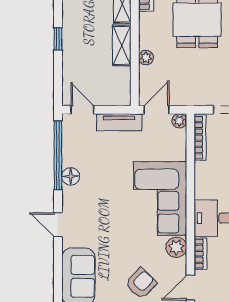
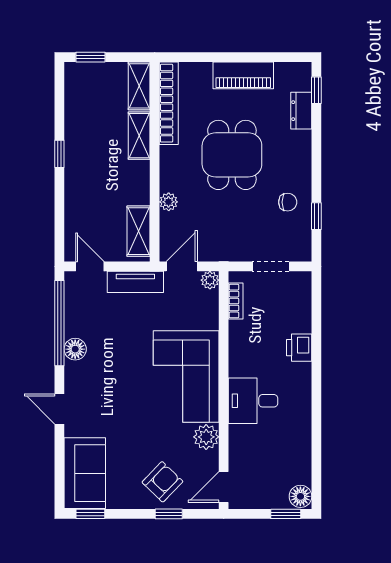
window: (58, 39) -> (59, 154), moved
shelving: (122, 45) -> (138, 231), moved
bookcase: (200, 138) -> (236, 301), width x0.64
bookcase: (201, 254) -> (236, 445), removed

